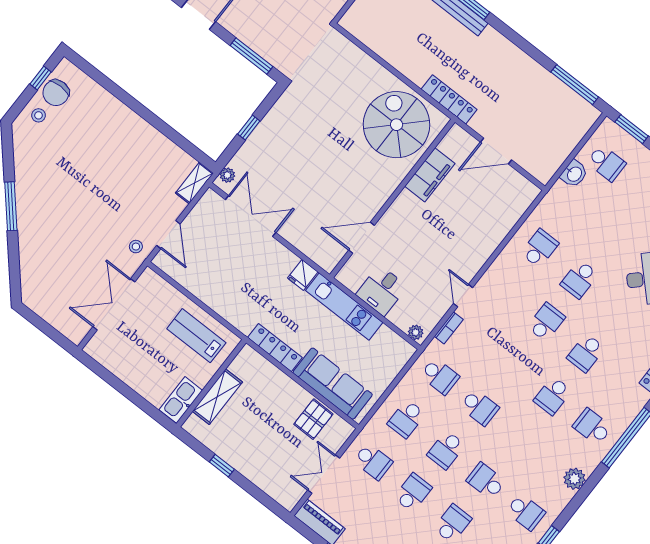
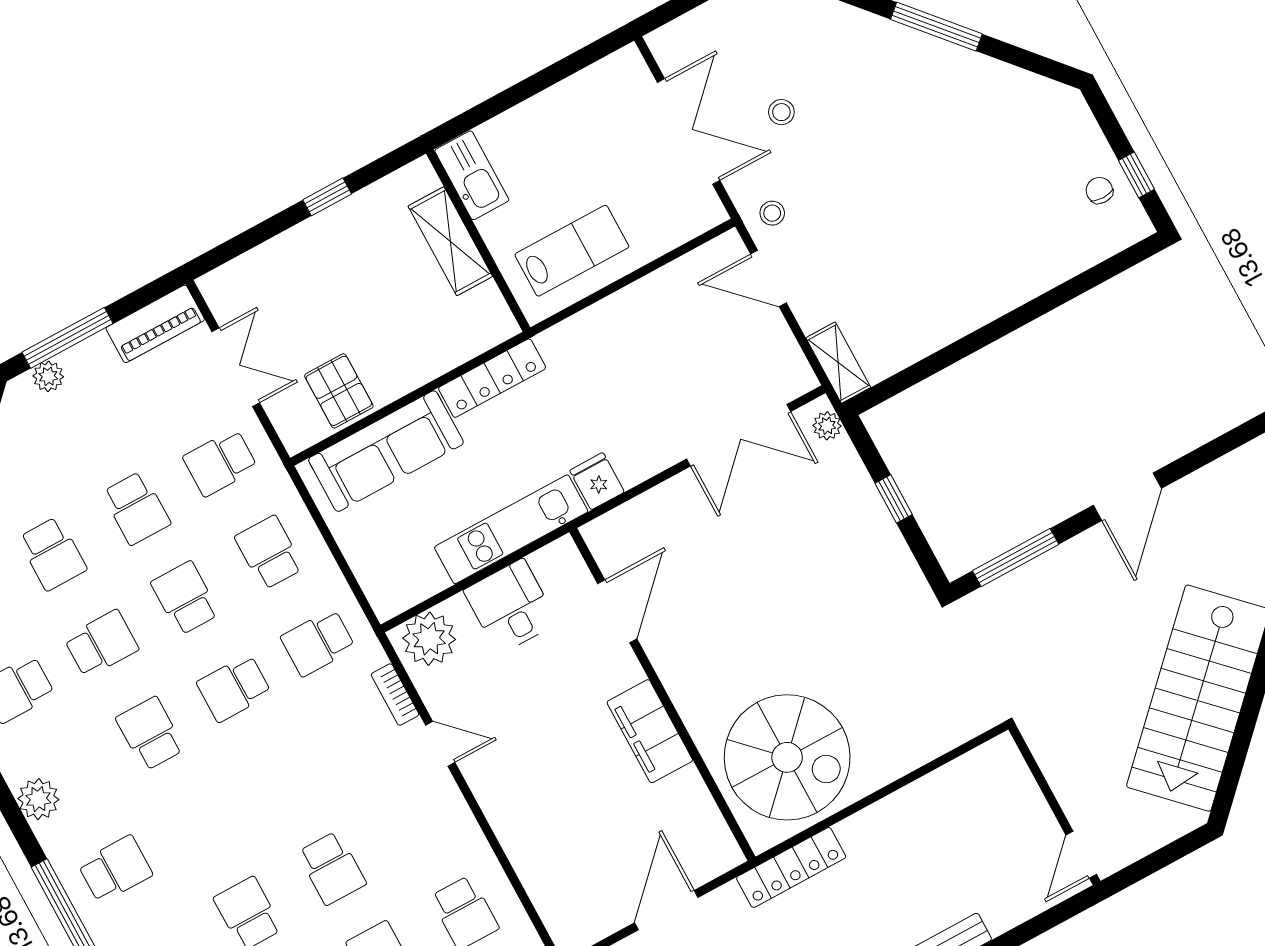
chair: (56, 93) -> (1099, 190), width x0.54, depth x0.54
stool: (38, 115) -> (781, 112), moved
filing cabinet: (430, 175) -> (650, 731), moved
plant: (416, 332) -> (429, 639), width x1.87, depth x1.87
school desk: (553, 396) -> (150, 734), moved

